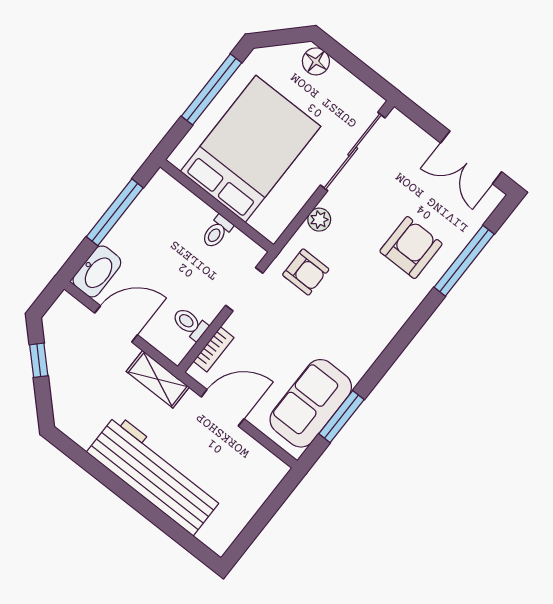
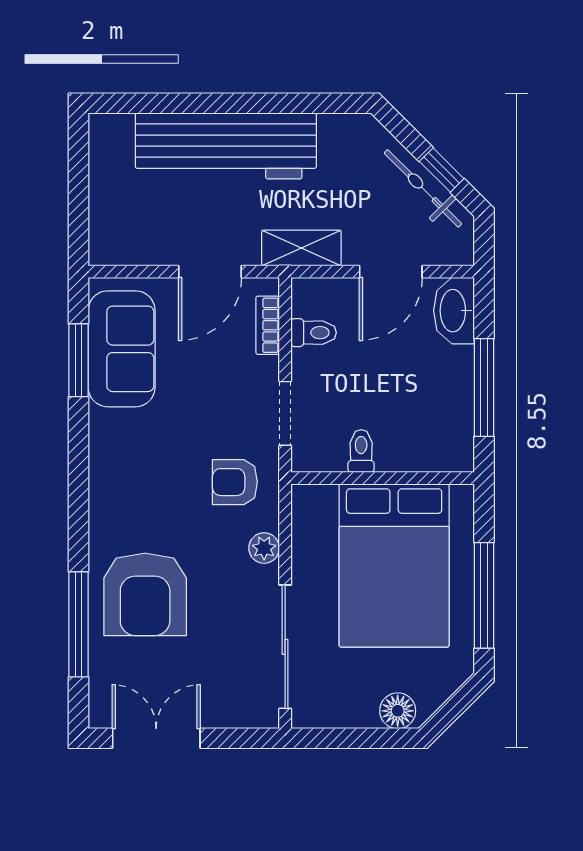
armchair: (411, 248) -> (145, 594), width x1.36, depth x1.36
bicycle: (58, 358) -> (423, 188), added

